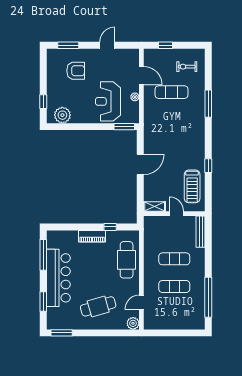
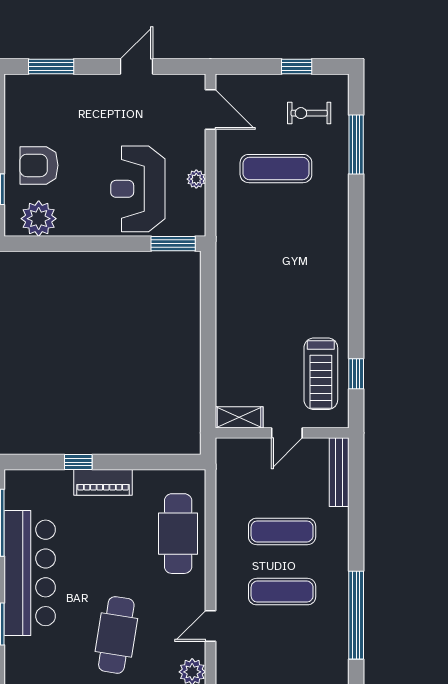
window: (166, 45) -> (297, 66), moved
armchair: (76, 71) -> (39, 165), moved, turned 180
door: (141, 76) -> (210, 110), moved
window: (208, 104) -> (356, 145), moved
door: (140, 164) -> (208, 326), removed
window: (208, 166) -> (356, 374), moved
door: (177, 214) -> (287, 433), swing flipped
window: (110, 227) -> (78, 462), moved
cafe table: (98, 306) -> (116, 635), turned -65

